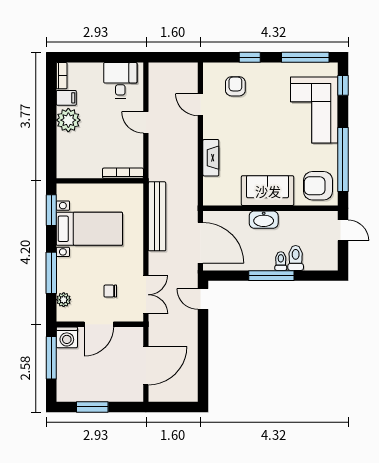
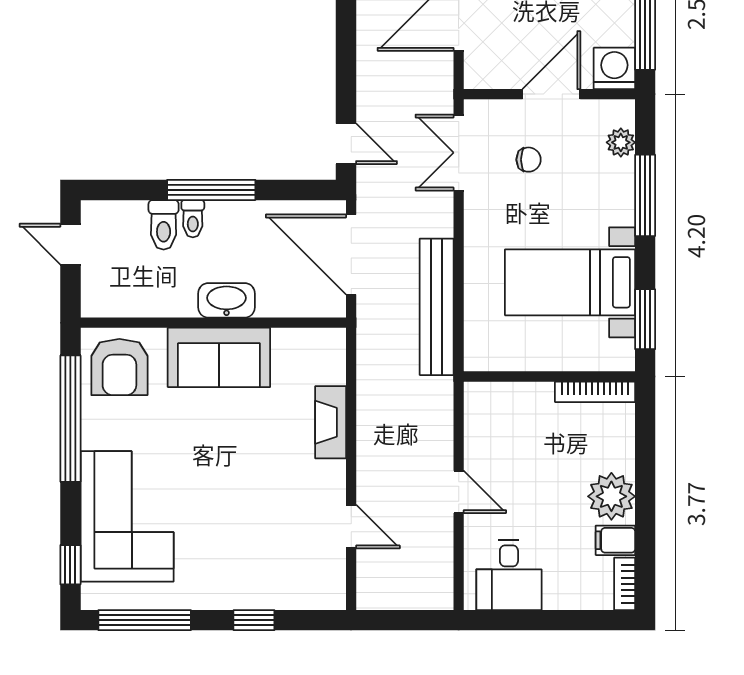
armchair: (235, 86) -> (282, 563), removed
bookcase: (123, 173) -> (595, 392), moved
armchair: (318, 186) -> (119, 367), turned 90
door: (343, 230) -> (70, 244), moved

